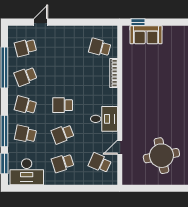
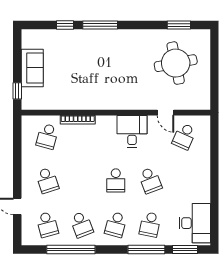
sofa: (146, 35) -> (32, 68), moved
school desk: (63, 163) -> (47, 180), moved

